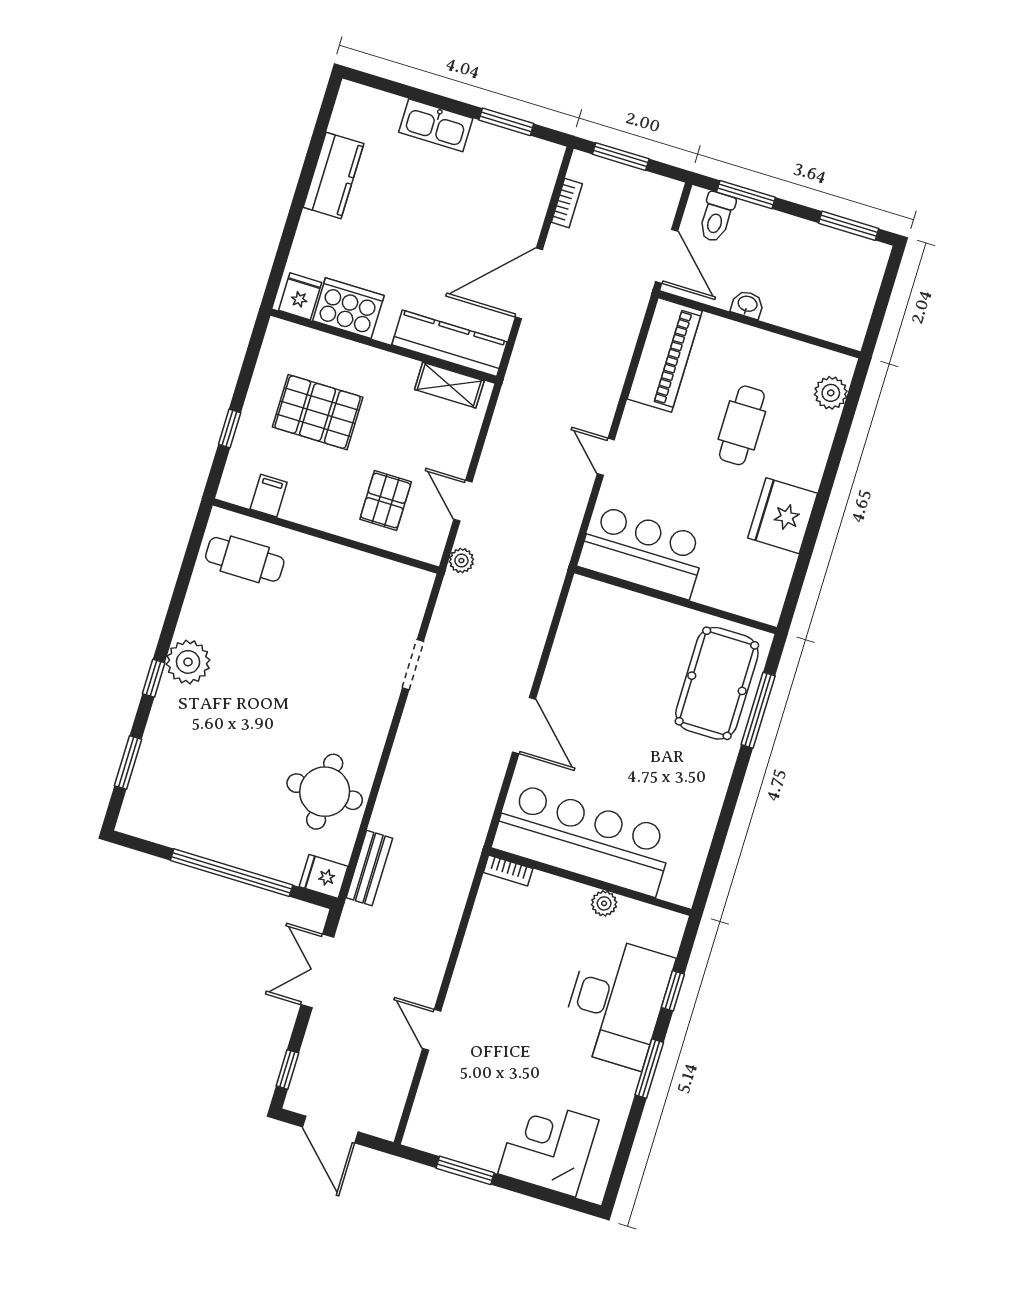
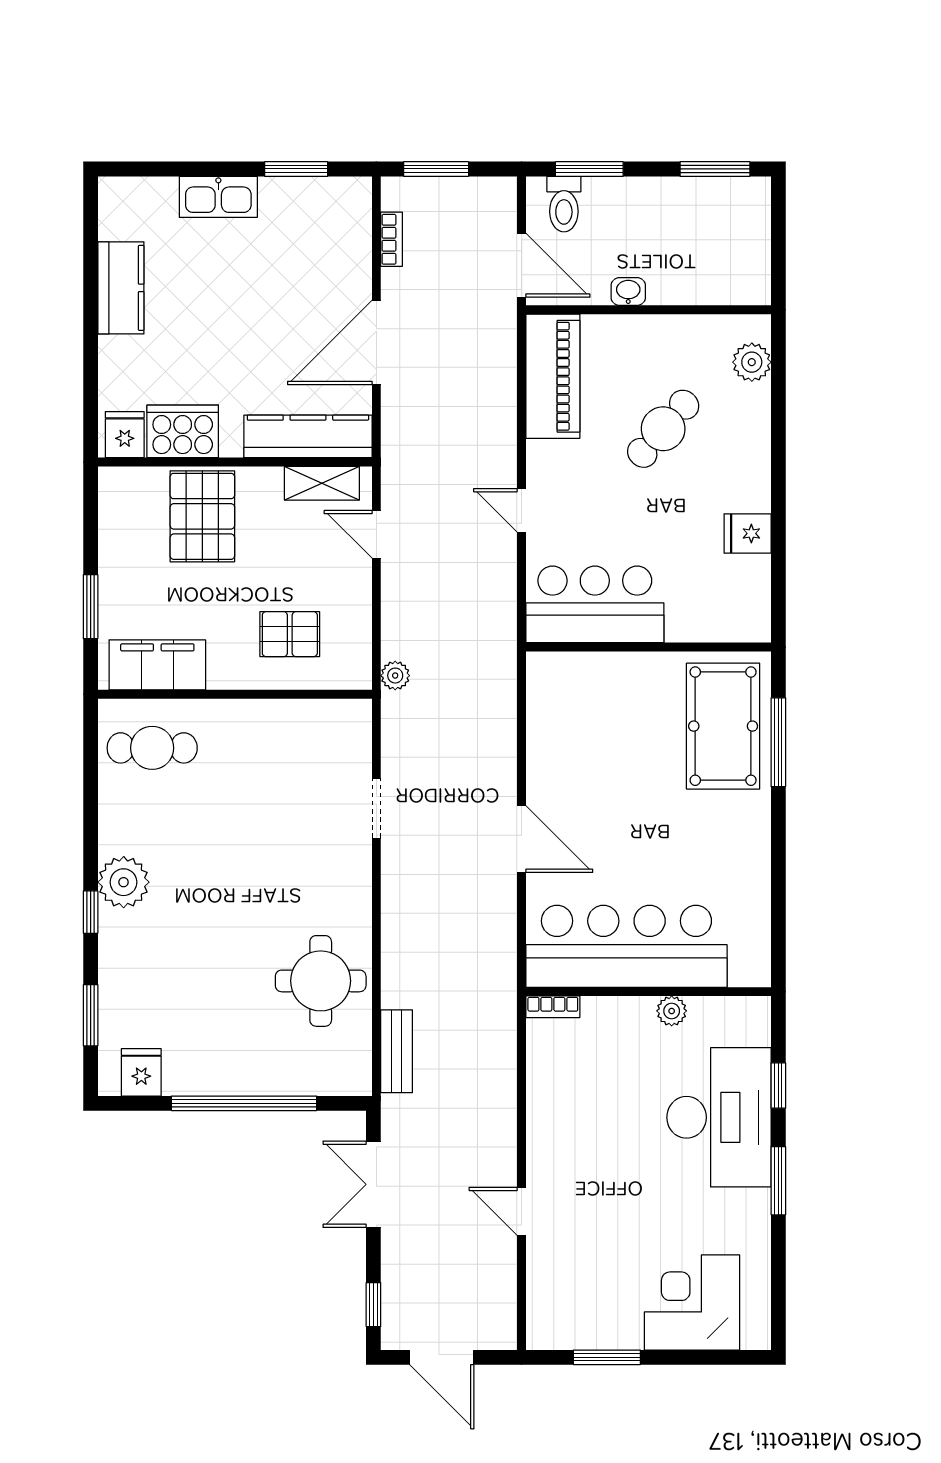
pallet: (318, 412) -> (202, 516), moved, turned 90
cafe table: (742, 425) -> (663, 429), turned 41
window: (230, 428) -> (91, 607), width x1.50
filing cabinet: (269, 496) -> (157, 665), width x3.00, depth x1.17
pallet: (386, 500) -> (290, 634), turned 90
door: (463, 501) -> (376, 534), moved
fridge: (783, 516) -> (748, 533), width x0.53, depth x0.75
fridge: (324, 876) -> (141, 1072), moved, turned 90

